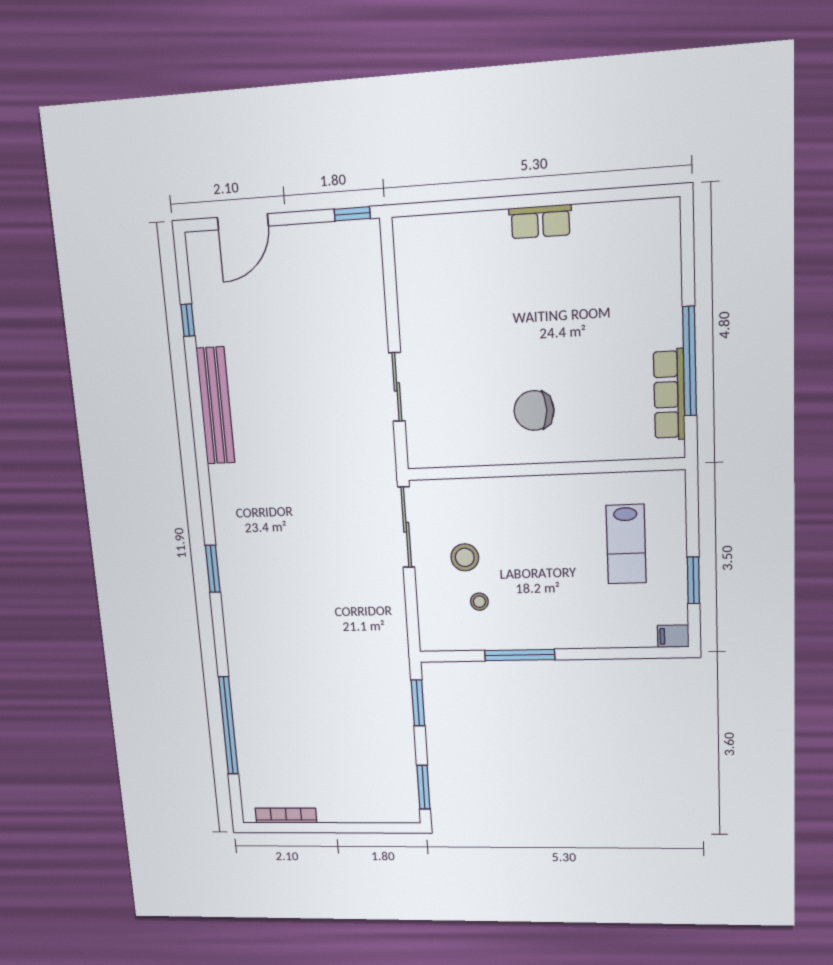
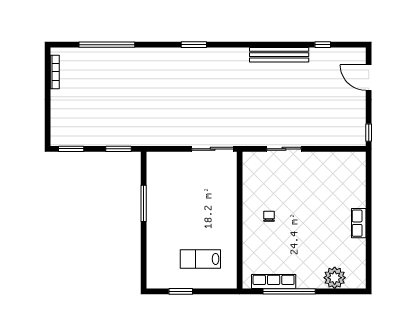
plant: (658, 266) -> (335, 278), added
chair: (534, 410) -> (269, 216), width x0.54, depth x0.54
stool: (465, 557) -> (196, 178), removed
stool: (479, 602) -> (173, 184), removed
filing cabinet: (673, 636) -> (152, 281), removed

